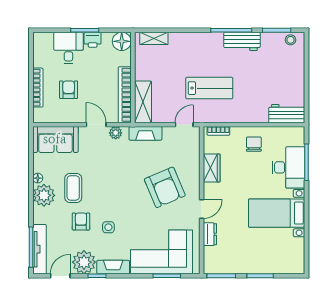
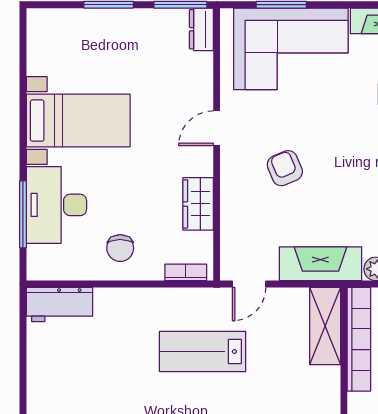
fireplace: (145, 133) -> (320, 264), width x1.37, depth x1.32
armchair: (165, 187) -> (285, 168), width x0.53, depth x0.53
dresser: (210, 234) -> (201, 29), moved

